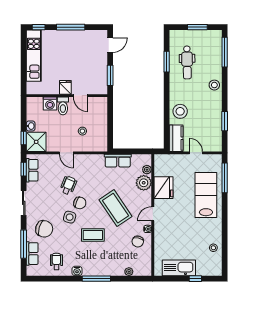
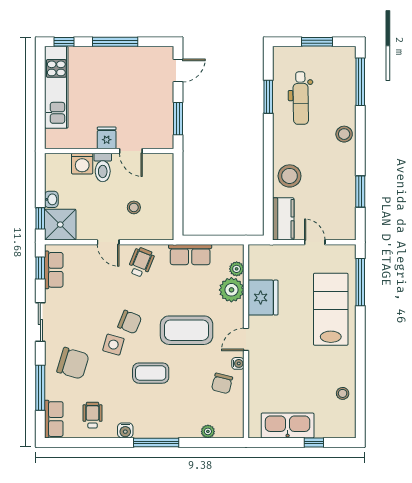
wheelchair: (68, 185) -> (141, 262), moved
coffee table: (115, 208) -> (187, 330), turned -56
row of seats: (32, 254) -> (54, 419), moved

